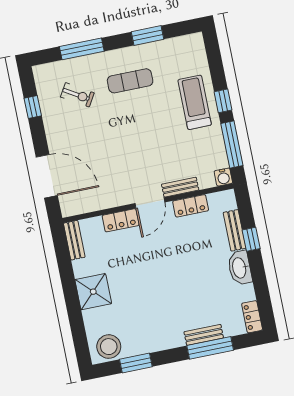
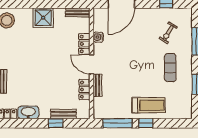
water cooler: (223, 177) -> (98, 37), moved
washbasin: (240, 268) -> (28, 112), moved

